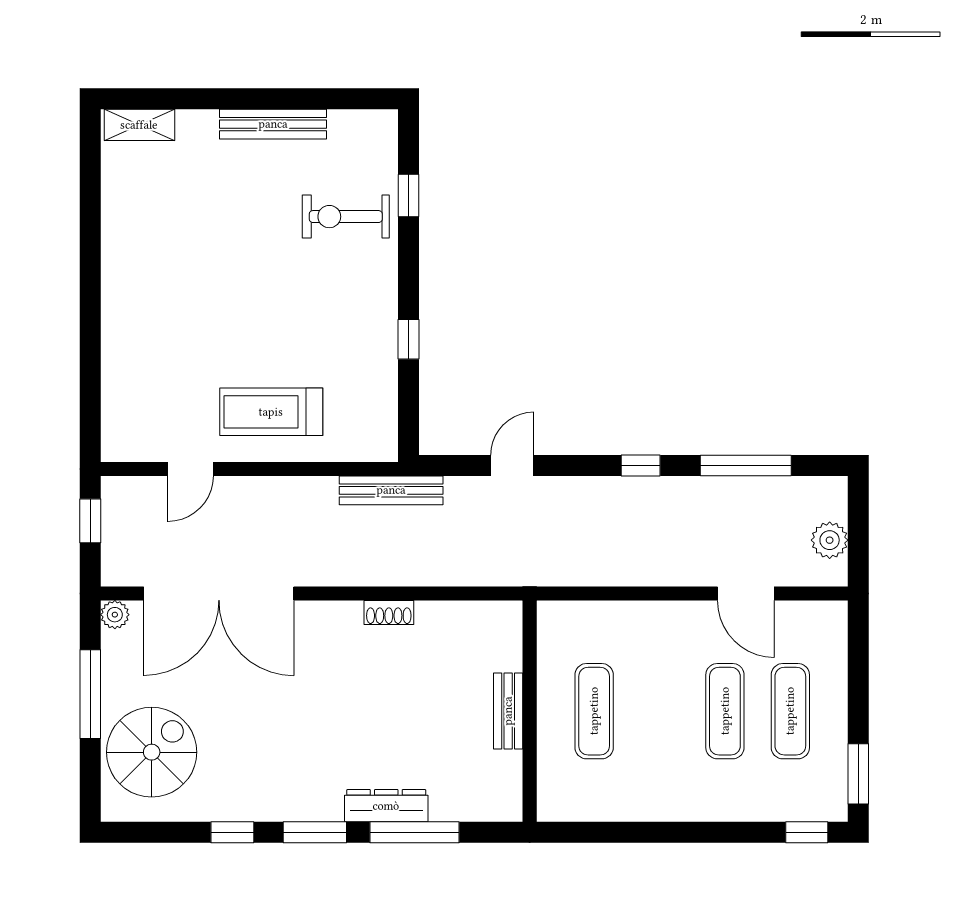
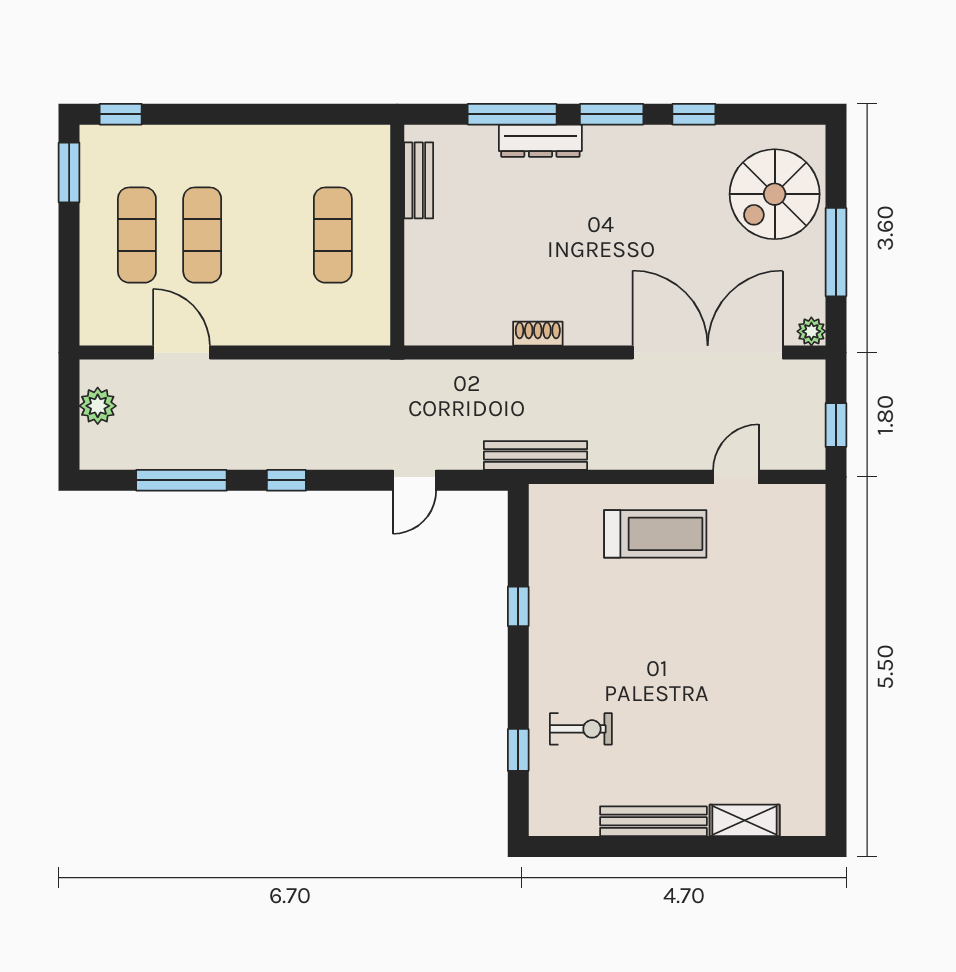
shelving: (139, 125) -> (745, 820), moved
exercise bike: (346, 217) -> (581, 729), width x0.73, depth x0.72
bench: (508, 711) -> (419, 180), moved

